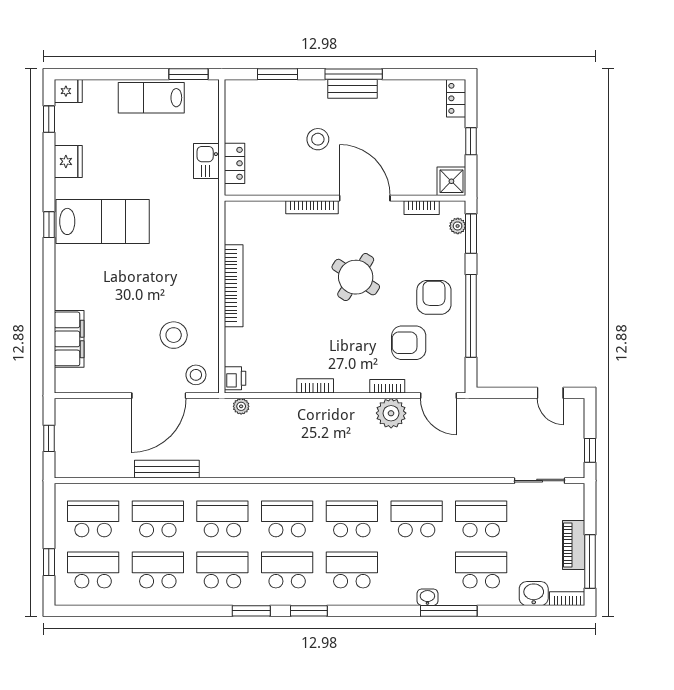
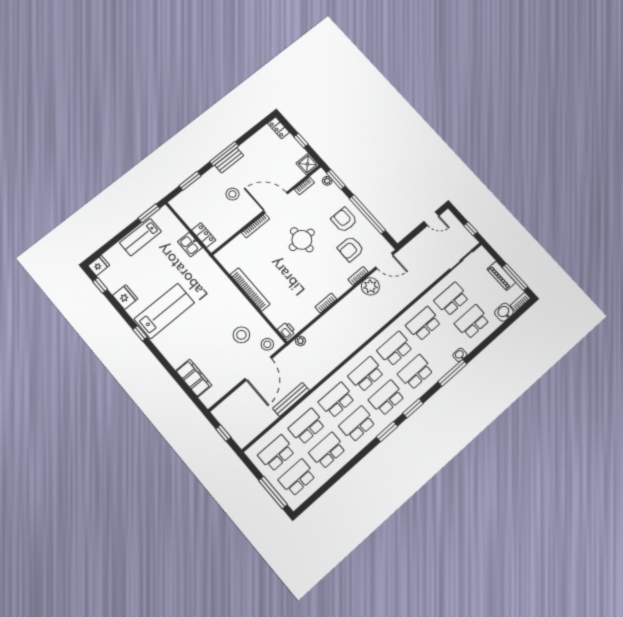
round table: (356, 277) -> (302, 240), turned -33
window: (49, 562) -> (273, 493), width x2.17
window: (449, 611) -> (452, 373), moved

